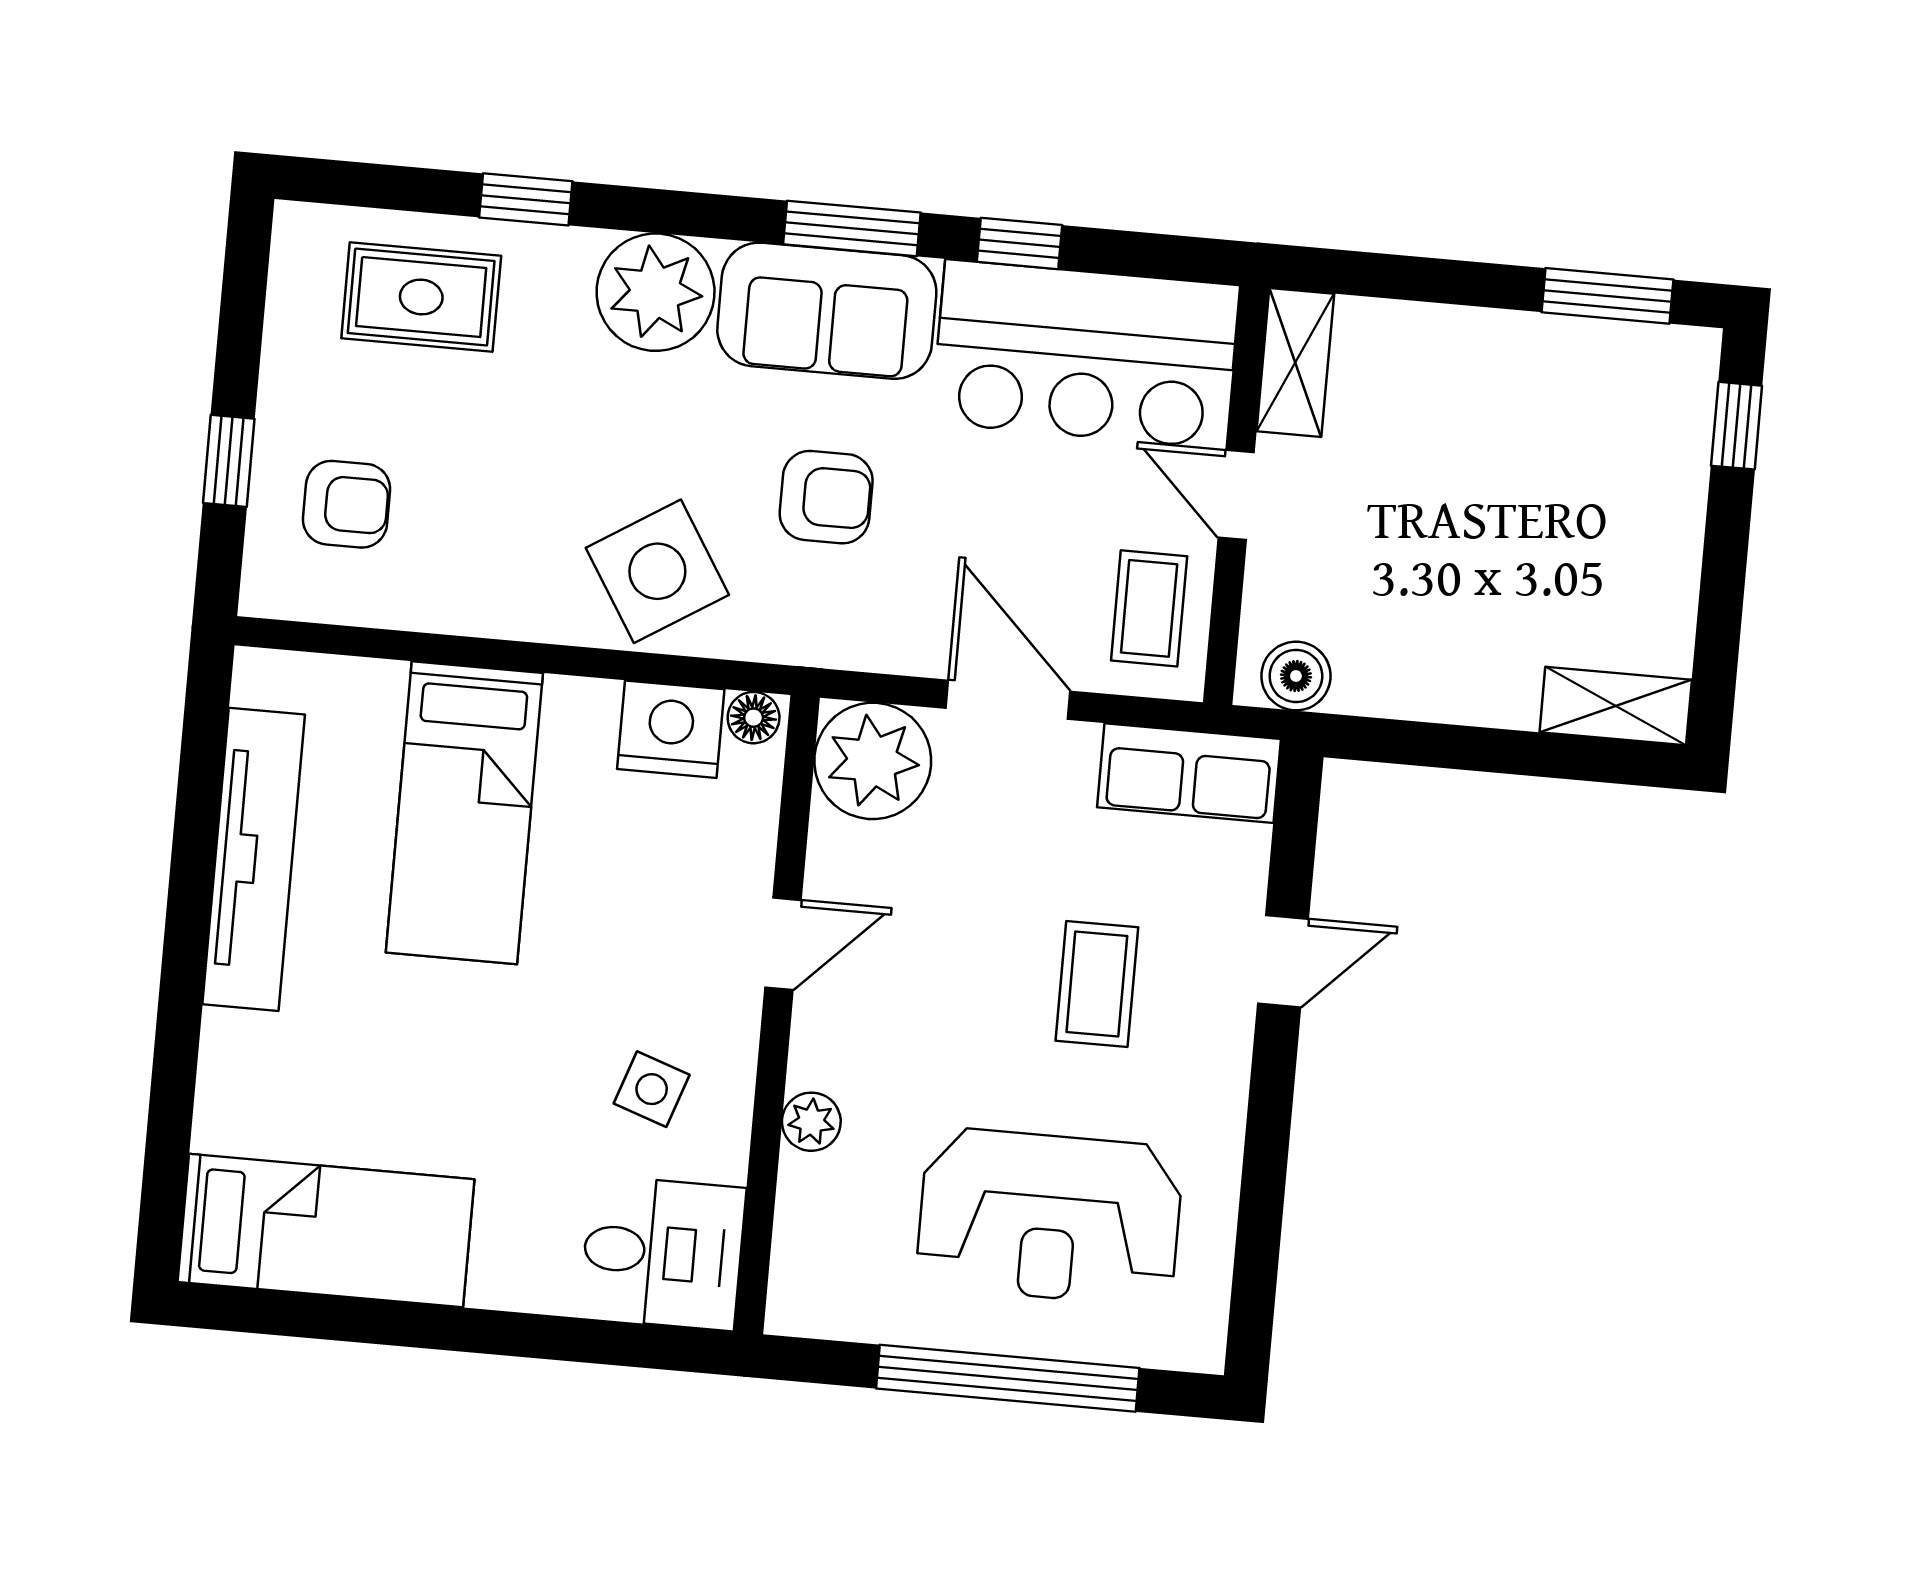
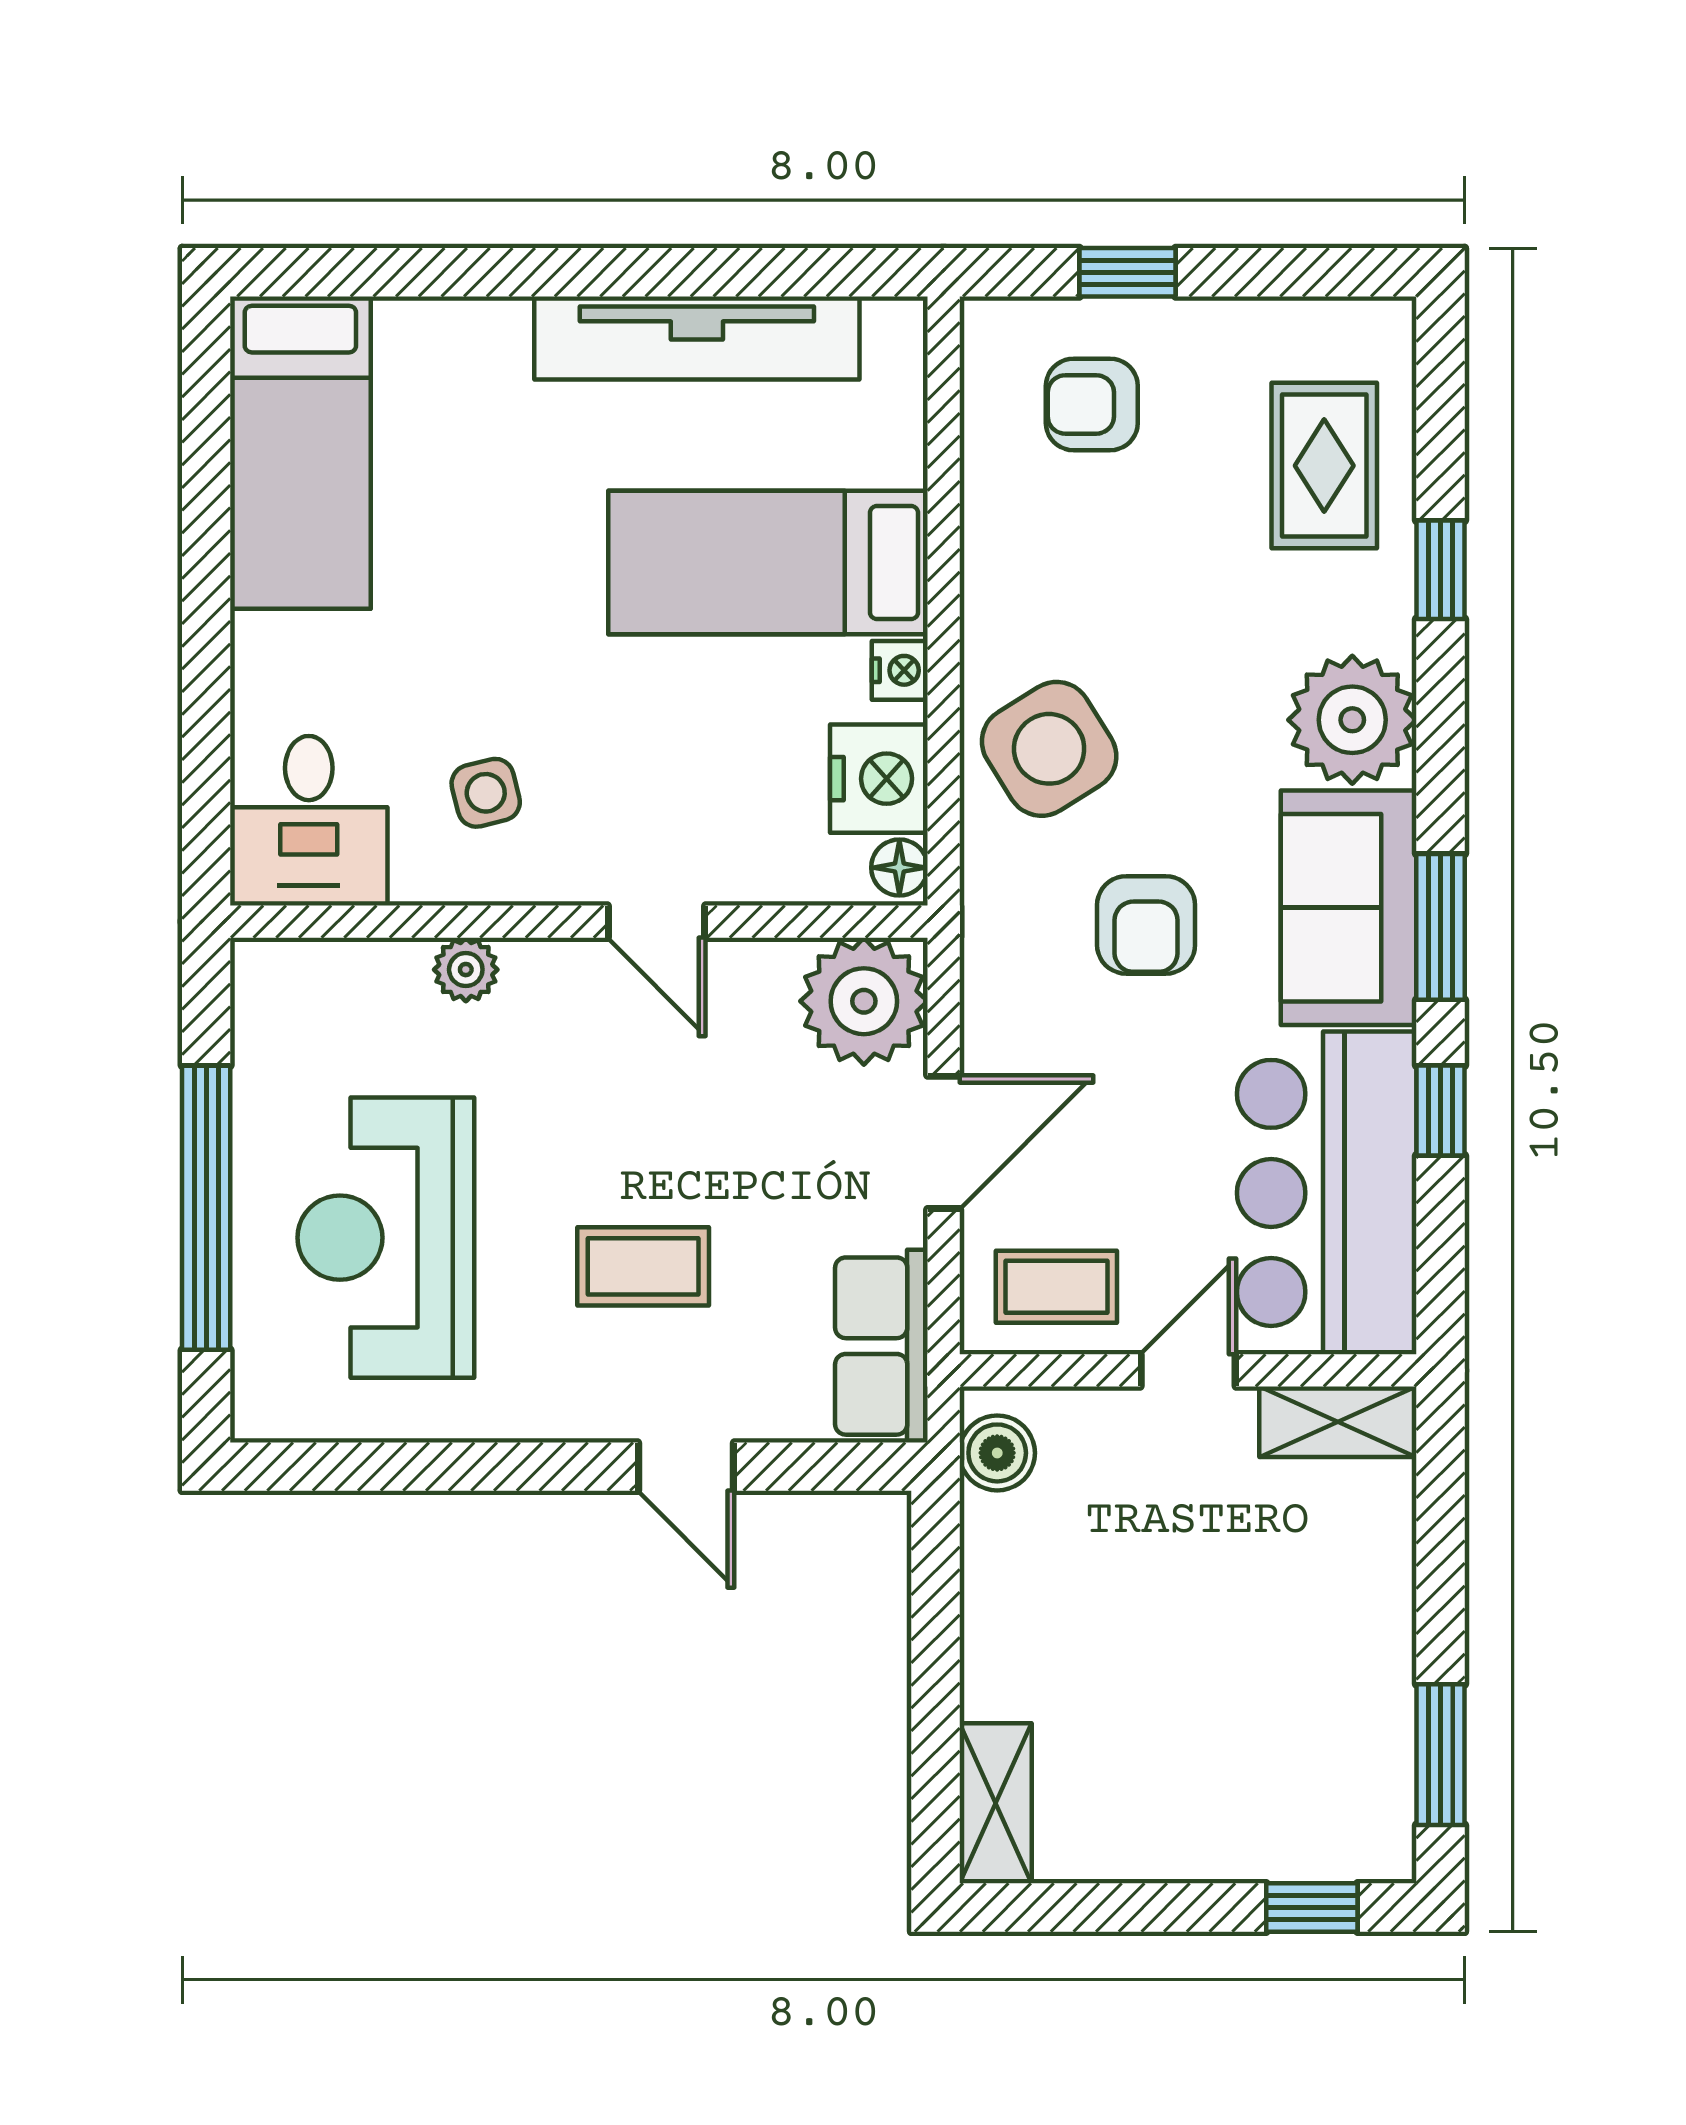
armchair: (347, 504) -> (1092, 404), turned 90
nightstand: (574, 701) -> (900, 670), added
side table: (652, 1089) -> (486, 793), turned -33

